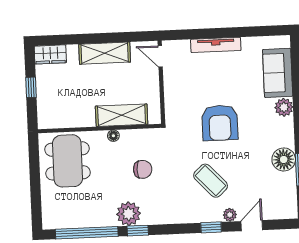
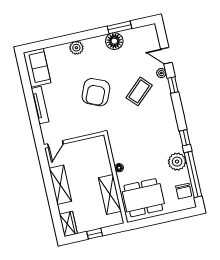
sofa: (278, 73) -> (37, 68), moved, turned -90
shelving: (122, 115) -> (110, 195), moved
armchair: (220, 123) -> (96, 92), turned 113
chair: (143, 169) -> (184, 191), moved, turned 180
plant: (129, 214) -> (177, 162), moved

